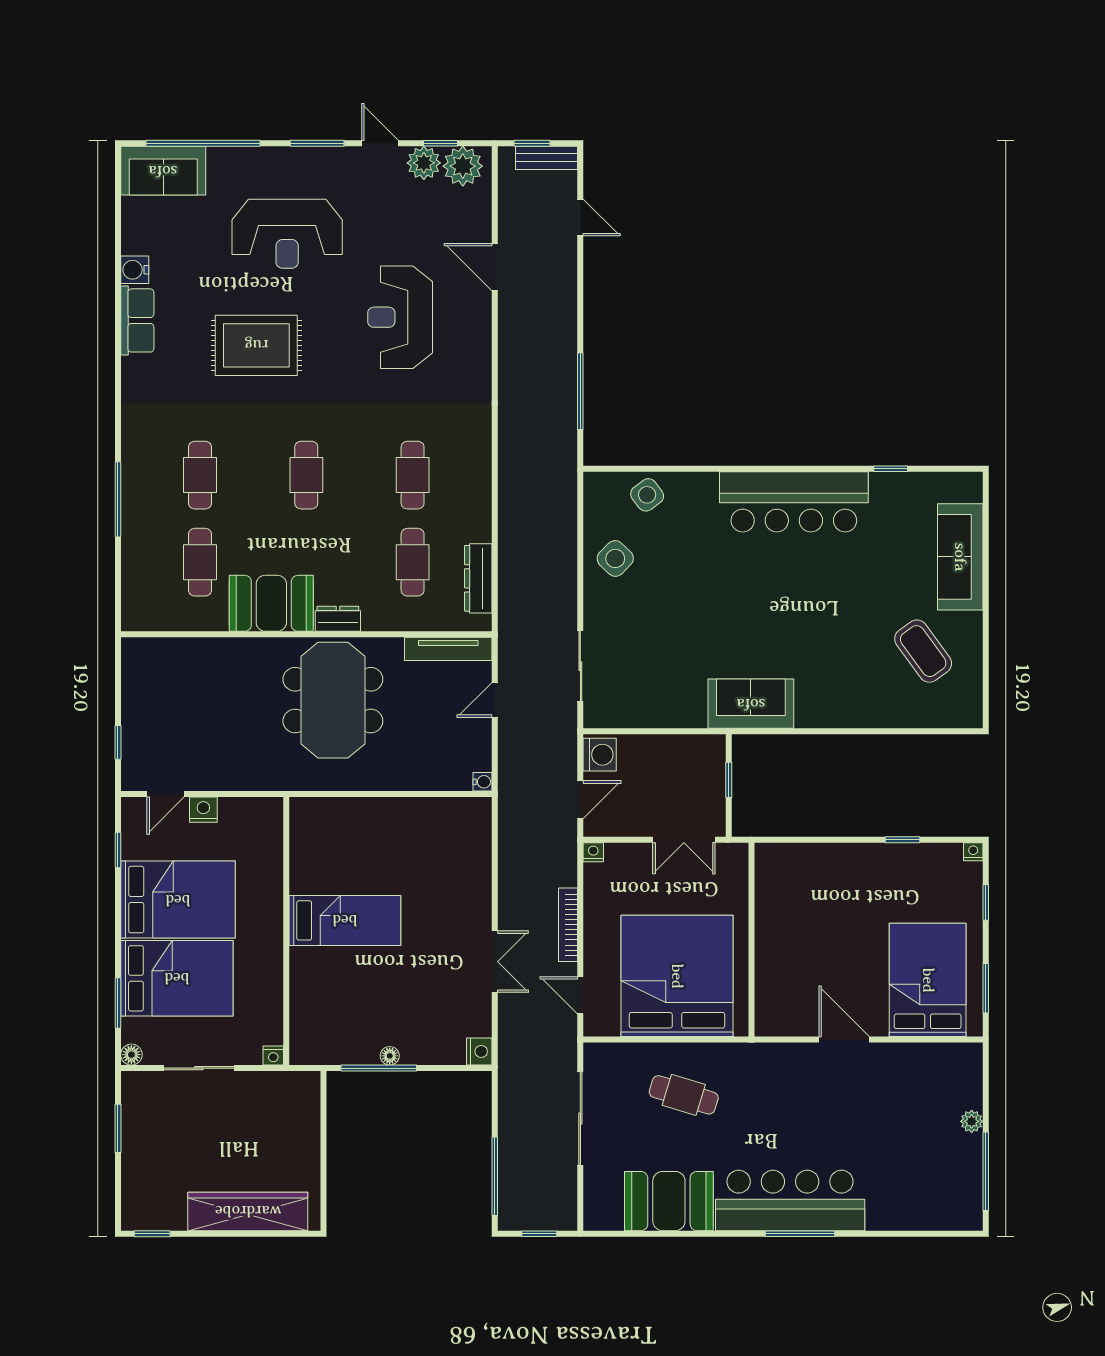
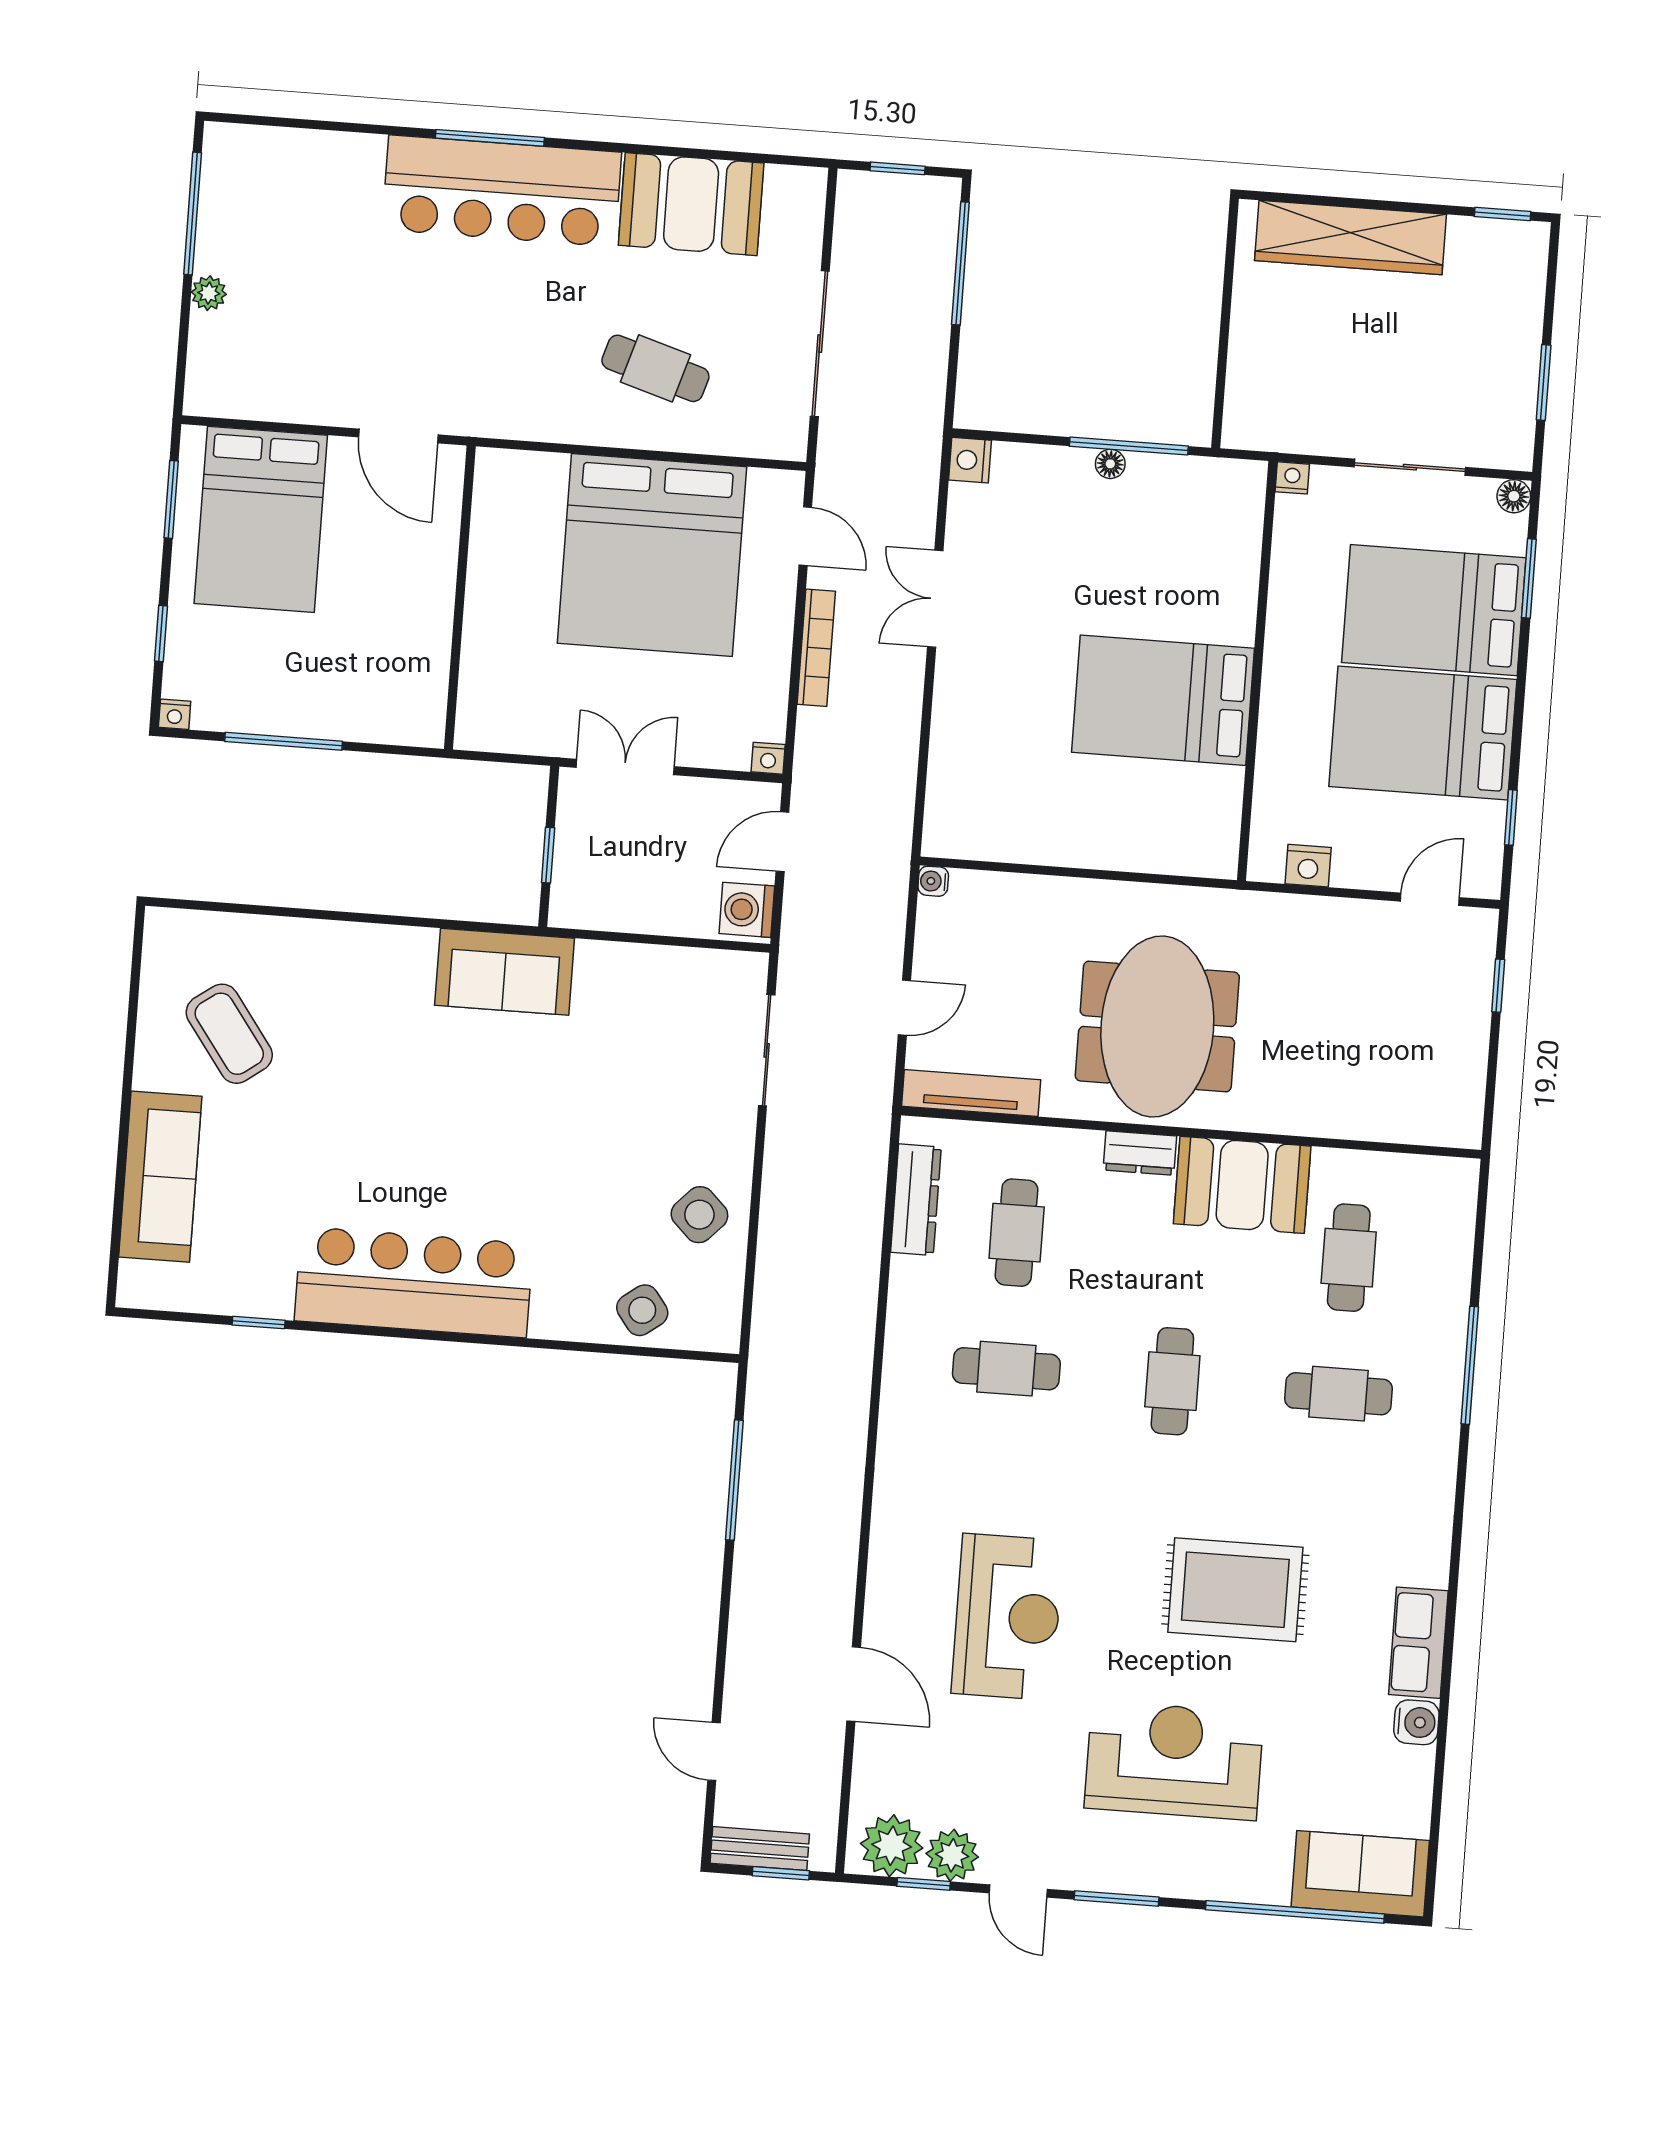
cafe table: (200, 475) -> (1339, 1394), turned 90
cafe table: (413, 475) -> (1006, 1369), turned 90
nightstand: (203, 810) -> (1308, 866), moved
window: (903, 840) -> (284, 741), width x2.17
bed: (345, 920) -> (1163, 700), width x1.50
wall: (752, 940) -> (460, 598), moved

